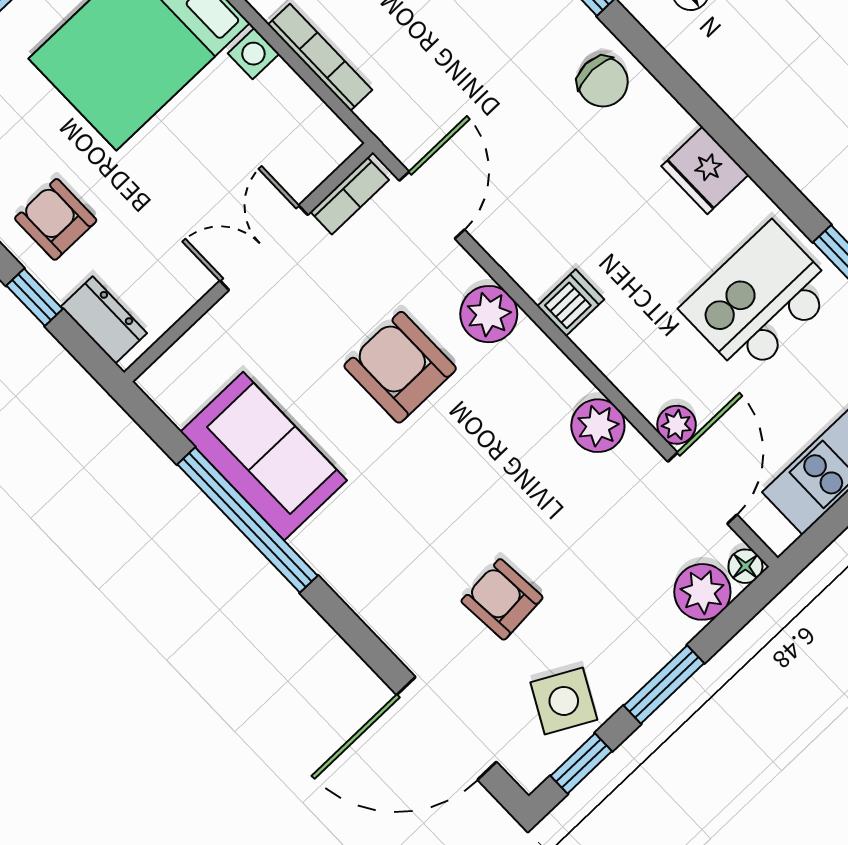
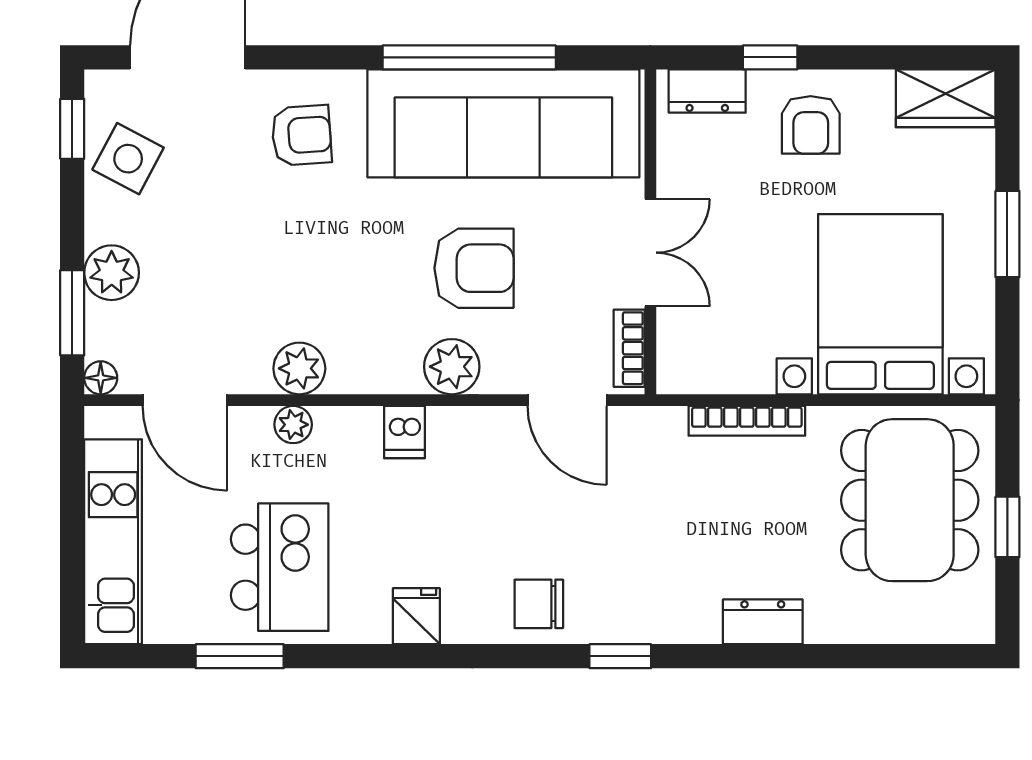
fridge: (705, 170) -> (416, 616), width x0.72
armchair: (56, 219) -> (811, 125), turned 90
plant: (677, 425) -> (293, 425), moved
sofa: (264, 456) -> (503, 123), width x1.85, depth x1.27
plant: (702, 592) -> (112, 273), moved
armchair: (502, 599) -> (301, 135), moved
window: (664, 684) -> (72, 313), moved

